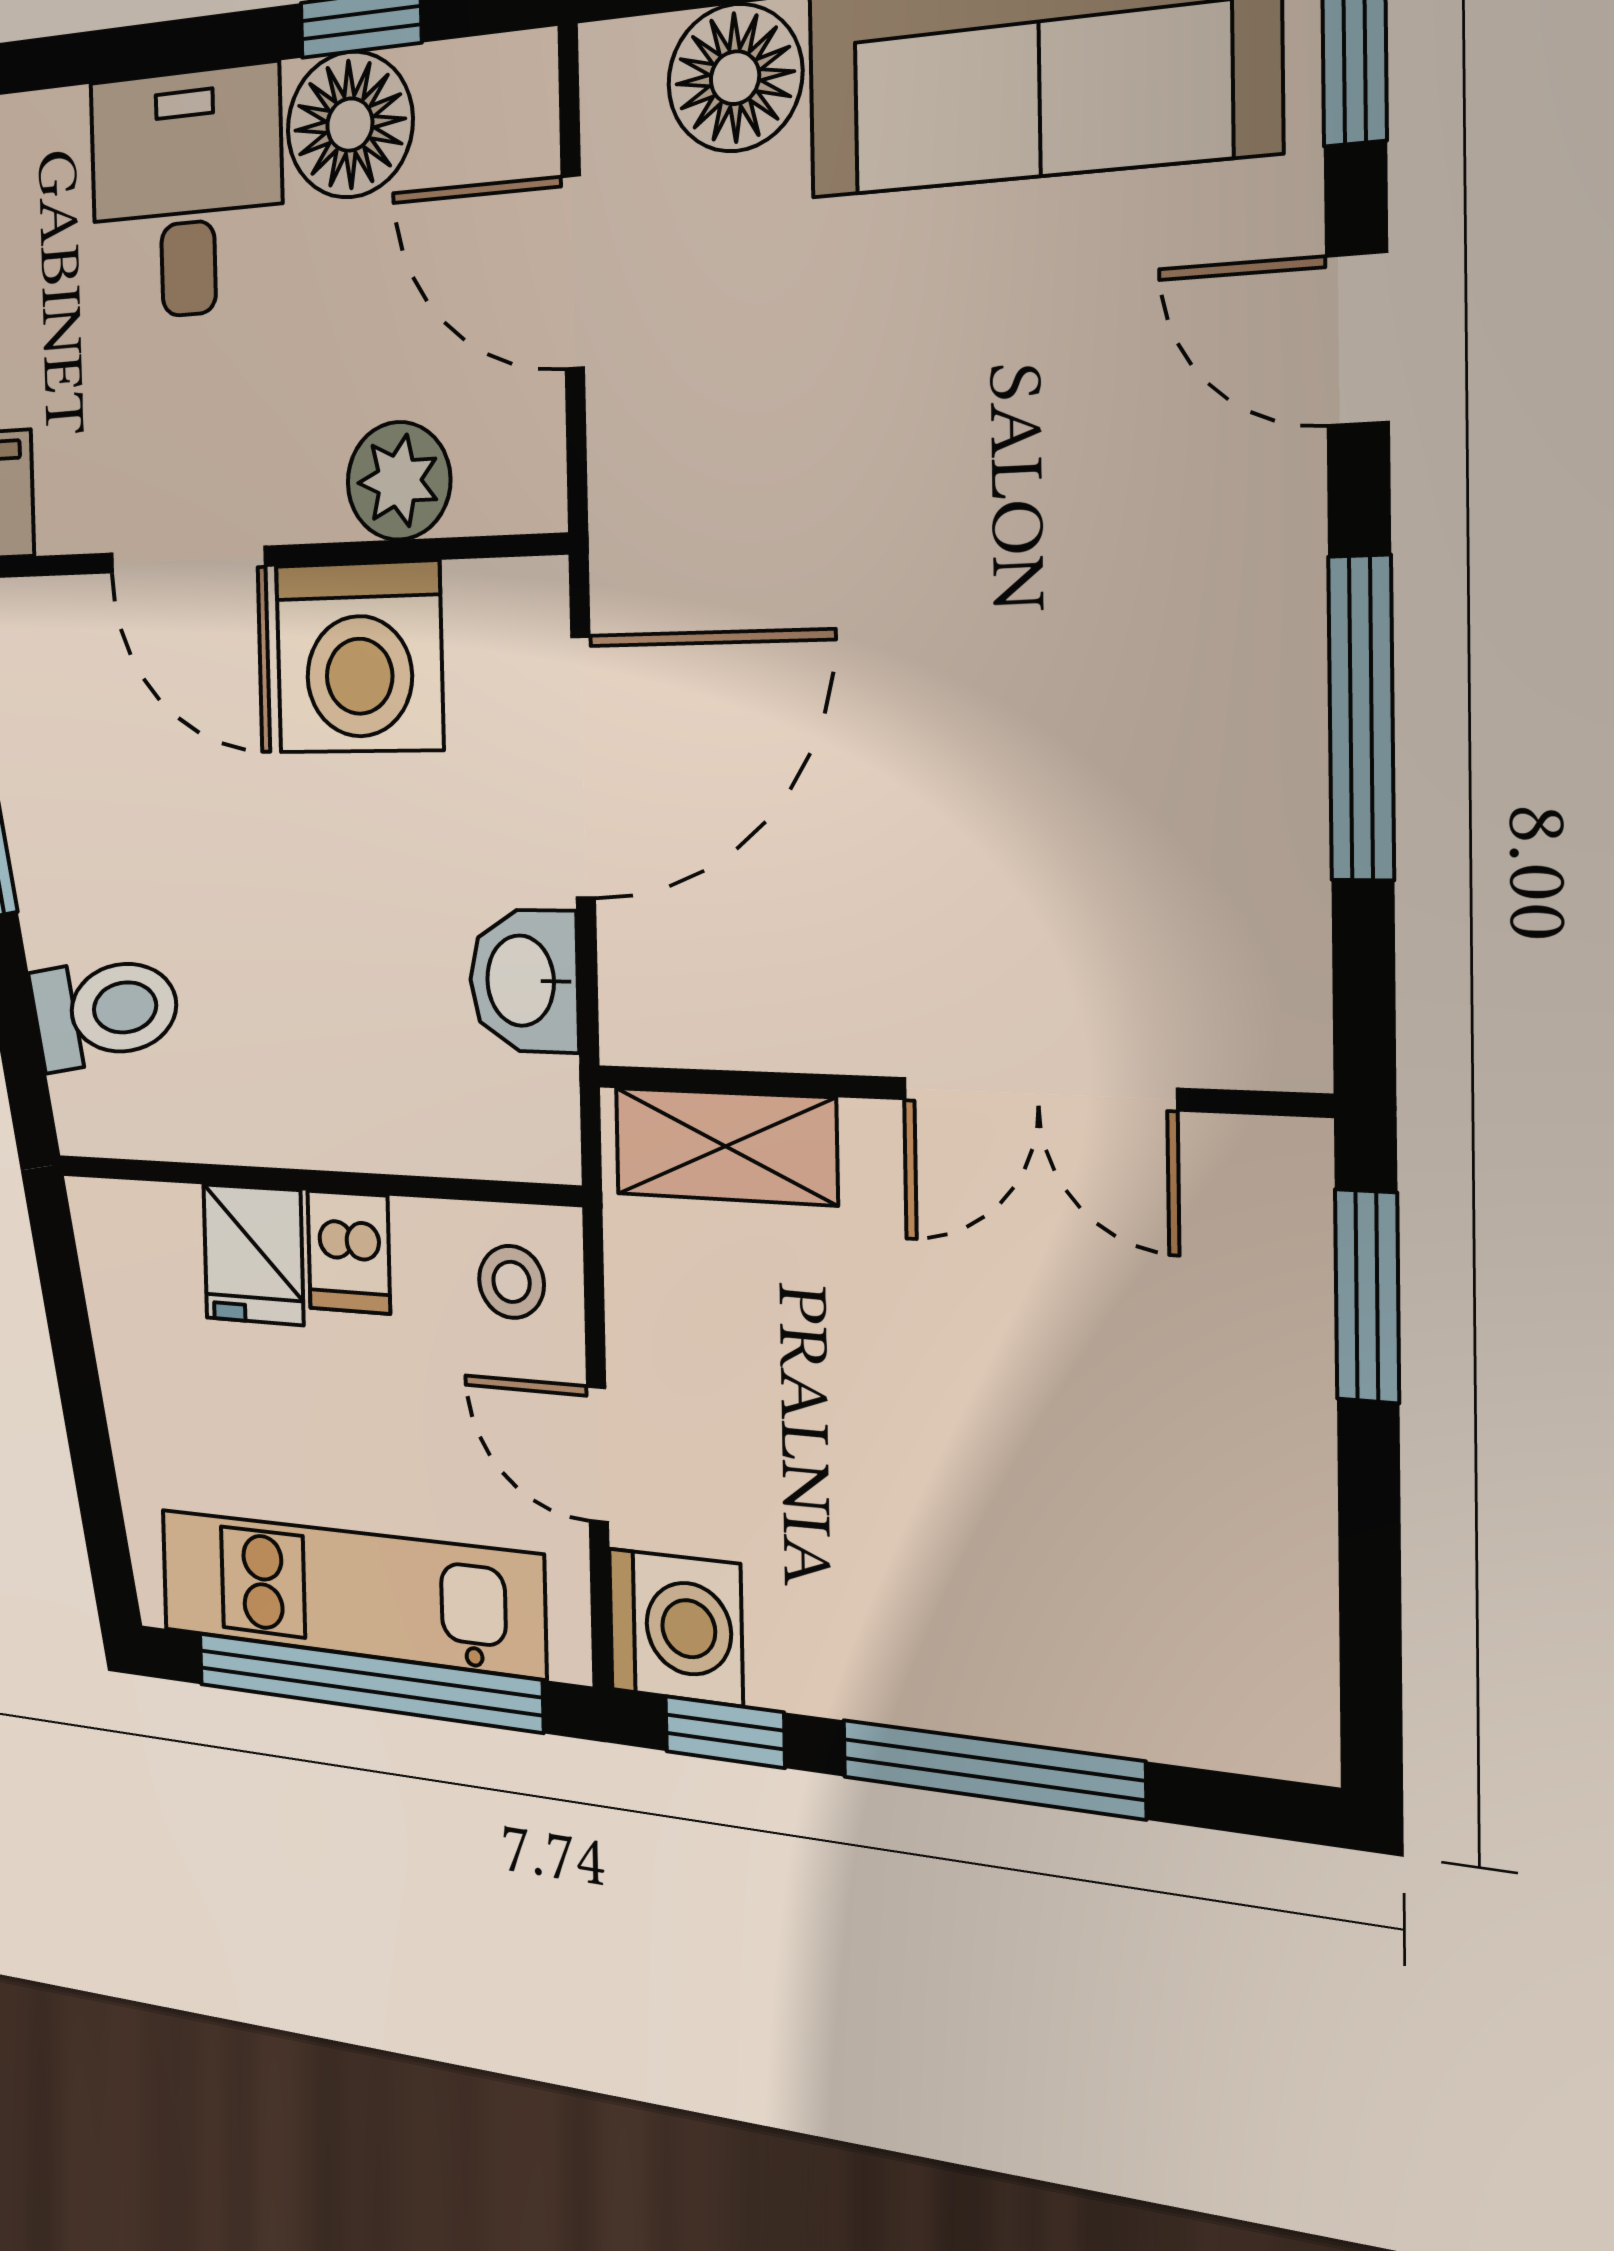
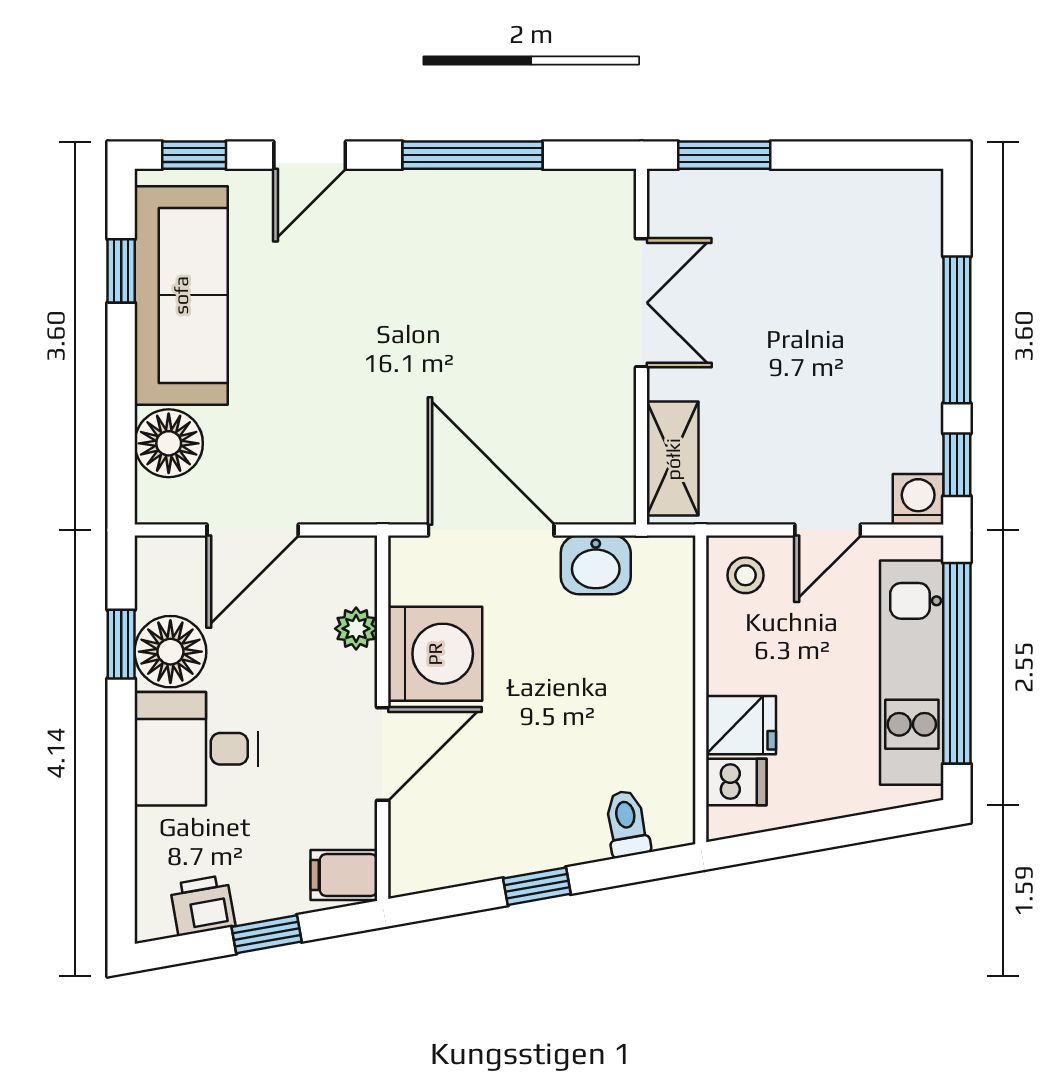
plant: (399, 481) -> (356, 629), width x0.73, depth x0.73
toilet: (105, 1011) -> (627, 824), width x0.73, depth x0.72
dishwasher: (349, 1252) -> (736, 782), moved
washing machine: (676, 1627) -> (918, 499), width x0.73, depth x0.73

